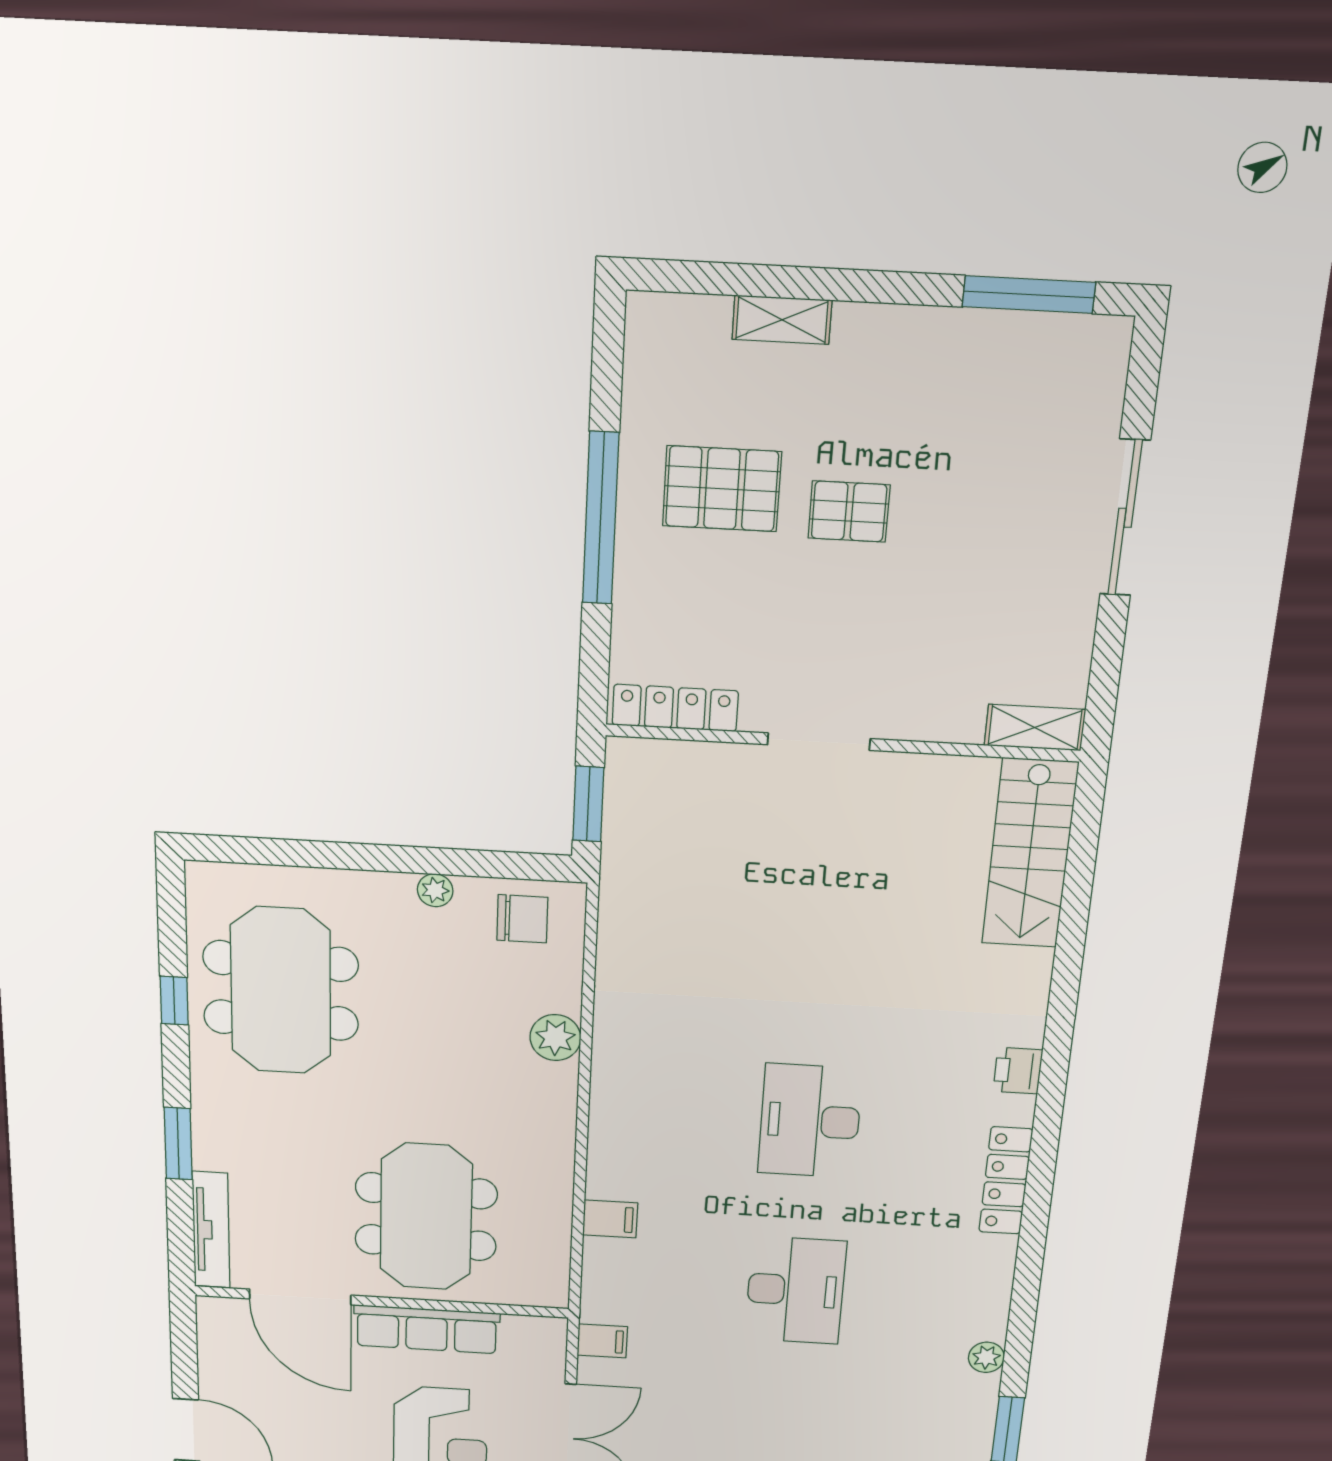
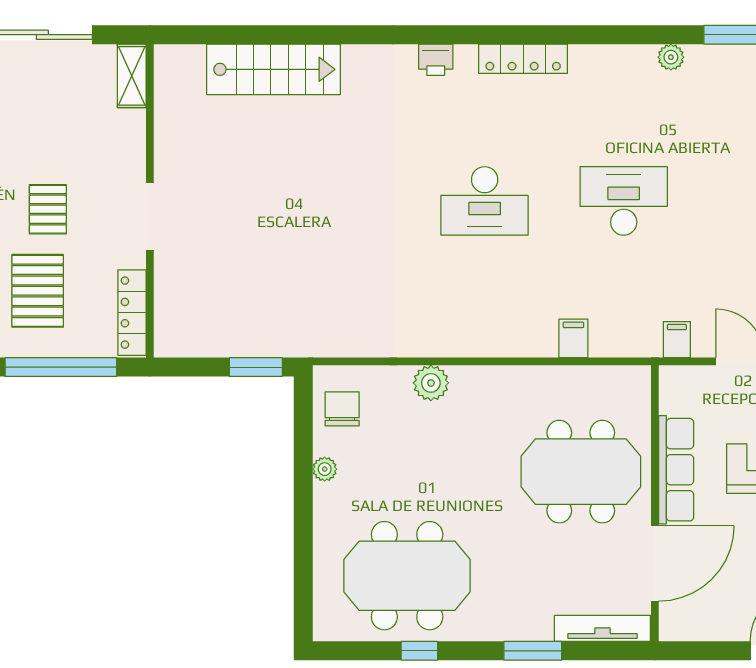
locker: (675, 708) -> (132, 313), moved
shelving: (1035, 728) -> (132, 76), moved
doorway: (819, 742) -> (150, 216), moved
wall: (842, 743) -> (150, 201), moved

